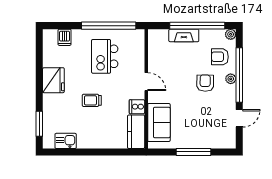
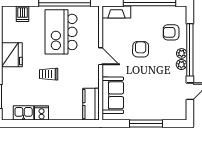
plant: (231, 34) -> (181, 64), moved
fireplace: (184, 35) -> (116, 12), moved
kitchen island: (105, 56) -> (61, 32), width x1.37, depth x1.28
armchair: (205, 83) -> (141, 49), moved
cooker: (137, 107) -> (42, 113), moved, turned 90

